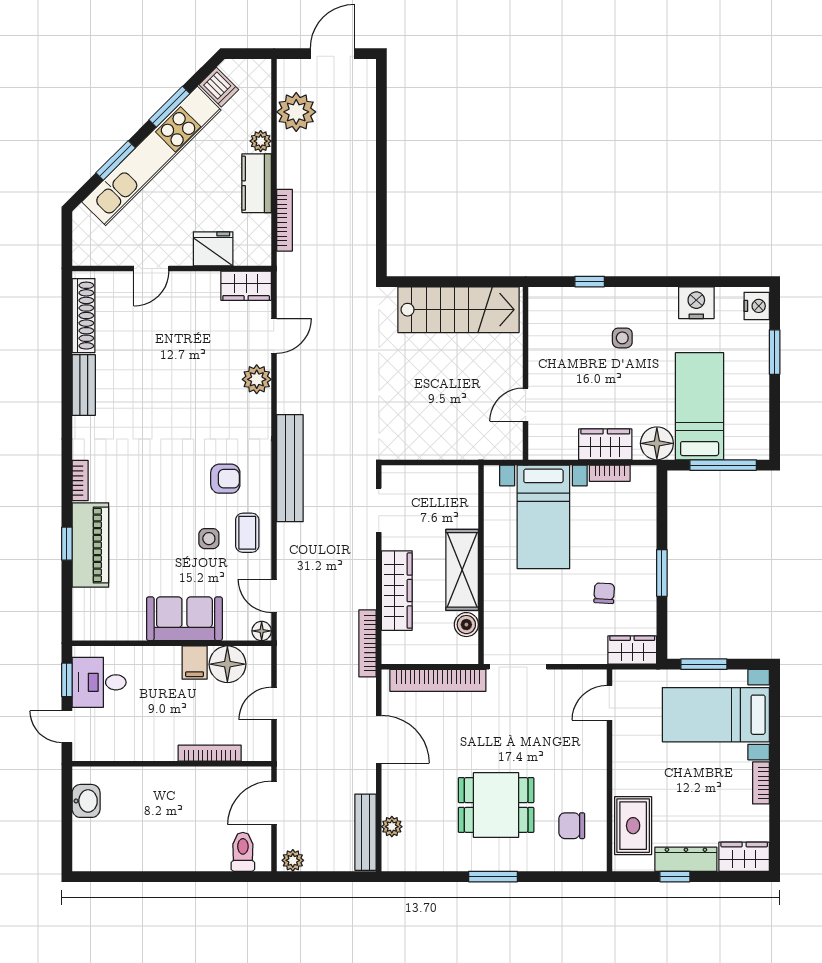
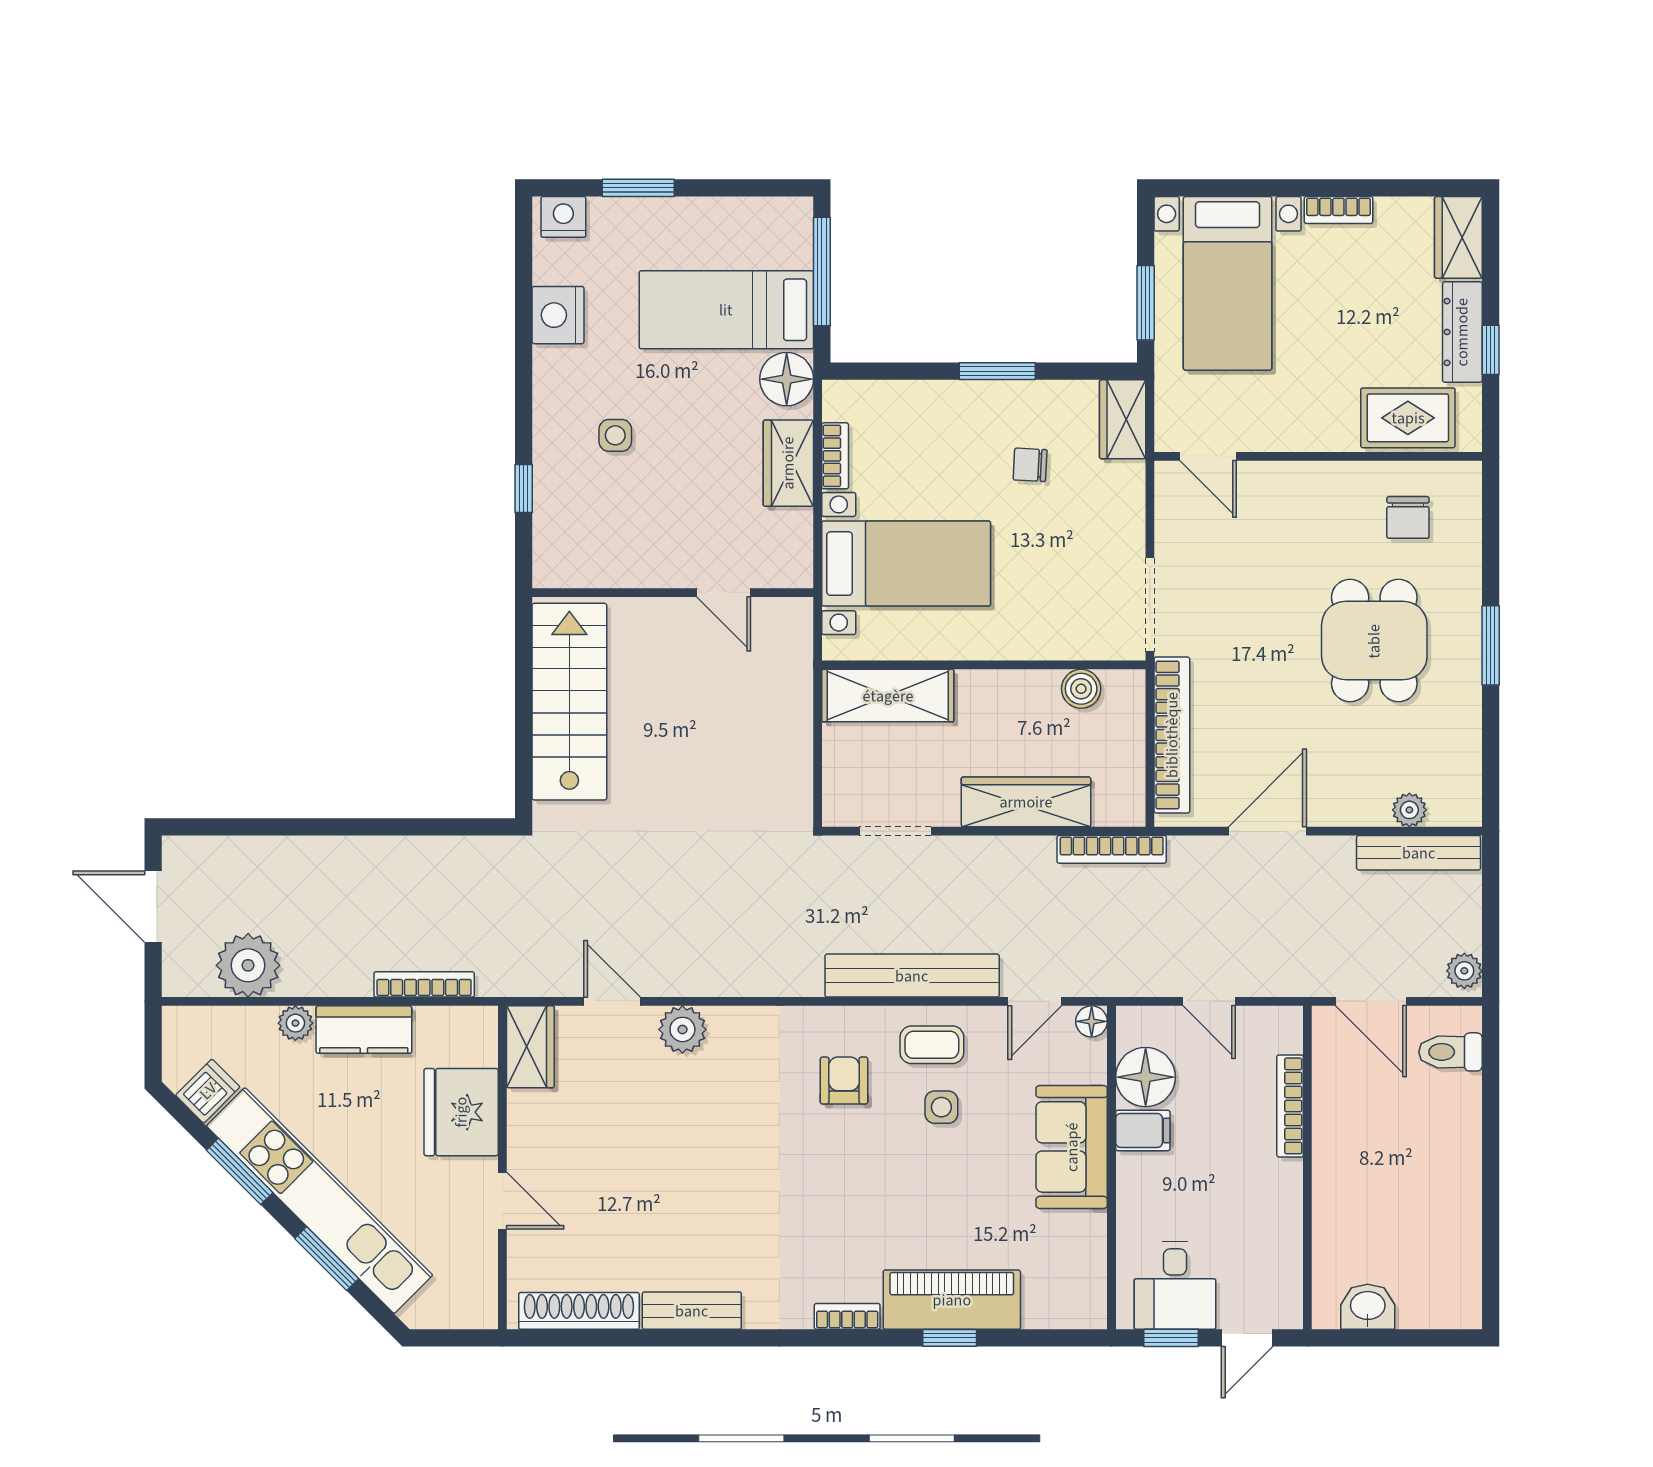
fridge: (213, 249) -> (461, 1112), width x1.36, depth x1.34
bench: (290, 468) -> (912, 976), moved
shelving: (462, 570) -> (888, 696), moved

